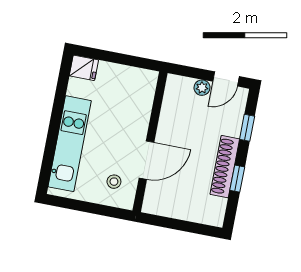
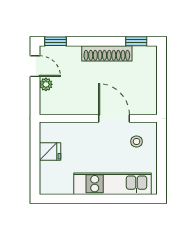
fridge: (84, 68) -> (50, 152), moved, turned 90
window: (247, 128) -> (56, 41), moved
window: (237, 179) -> (136, 41), moved

